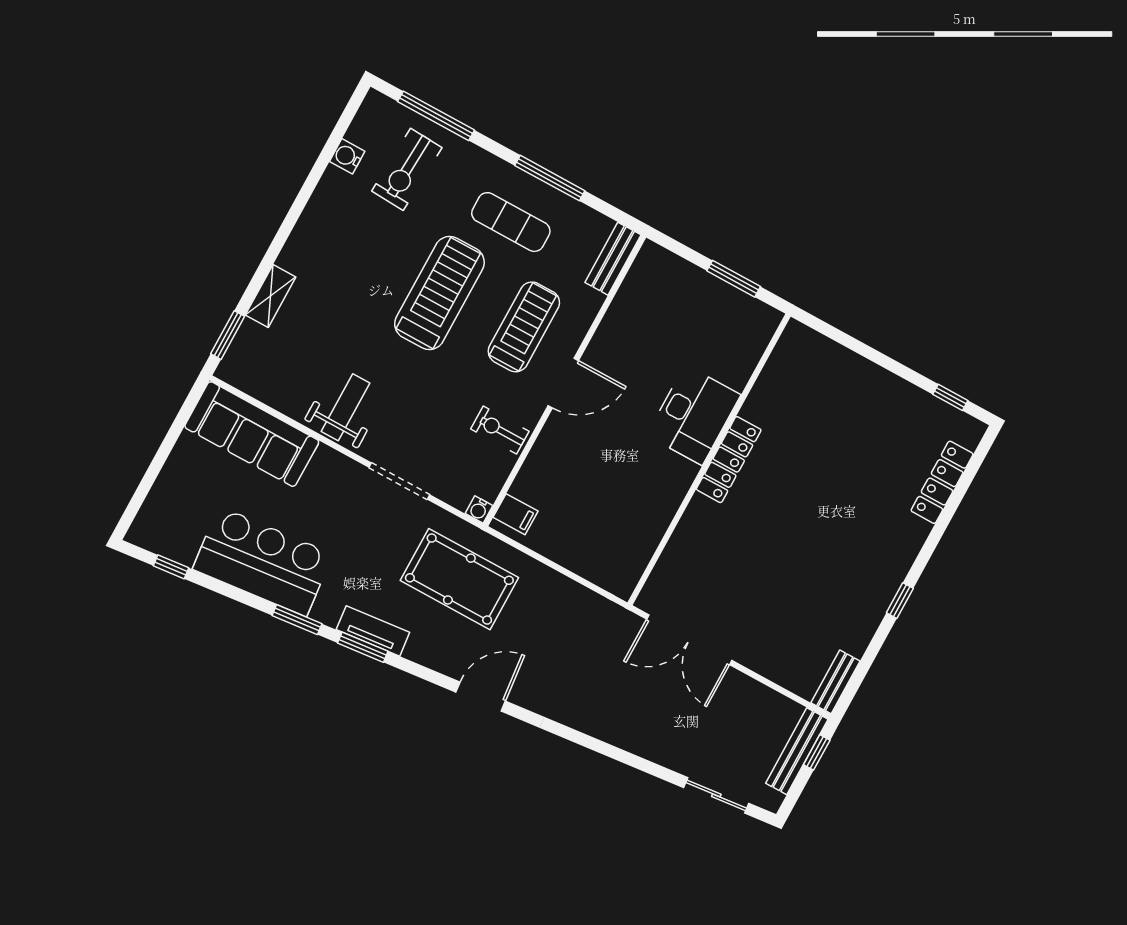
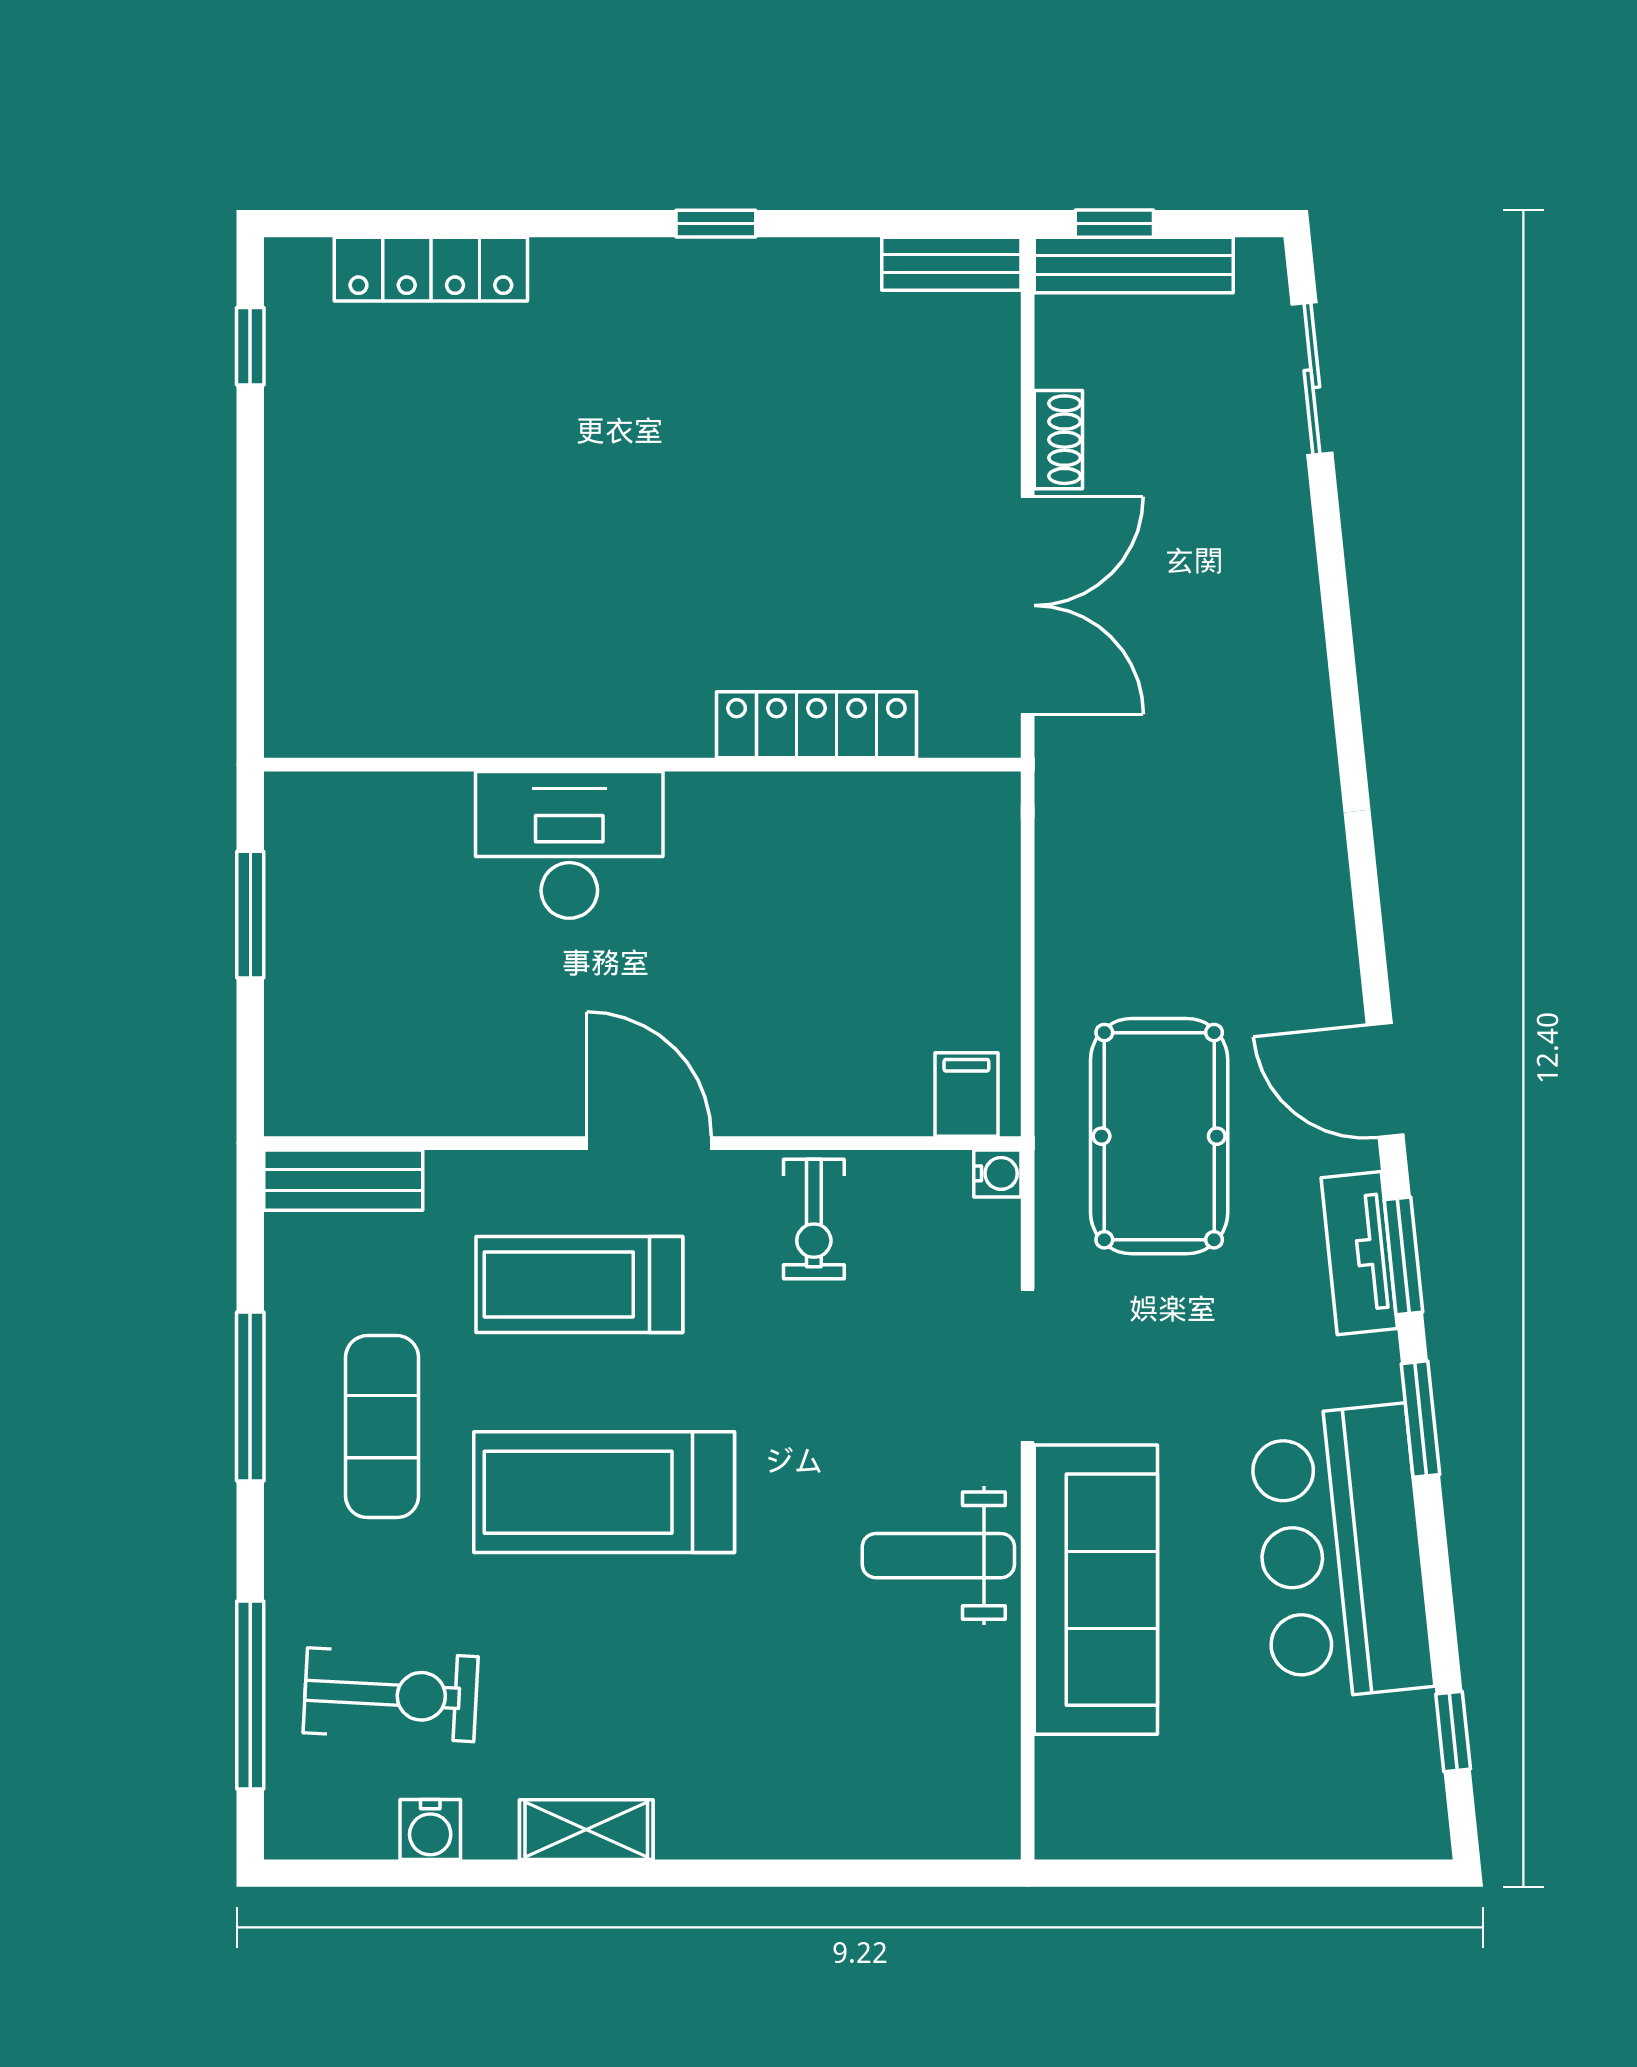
shelving: (271, 296) -> (586, 1830), moved
window: (228, 335) -> (923, 1873), removed
sofa: (252, 434) -> (1096, 1590), moved
locker: (729, 460) -> (816, 725), moved
shoe rack: (746, 686) -> (1058, 440), added
door: (481, 697) -> (1385, 1080), moved

